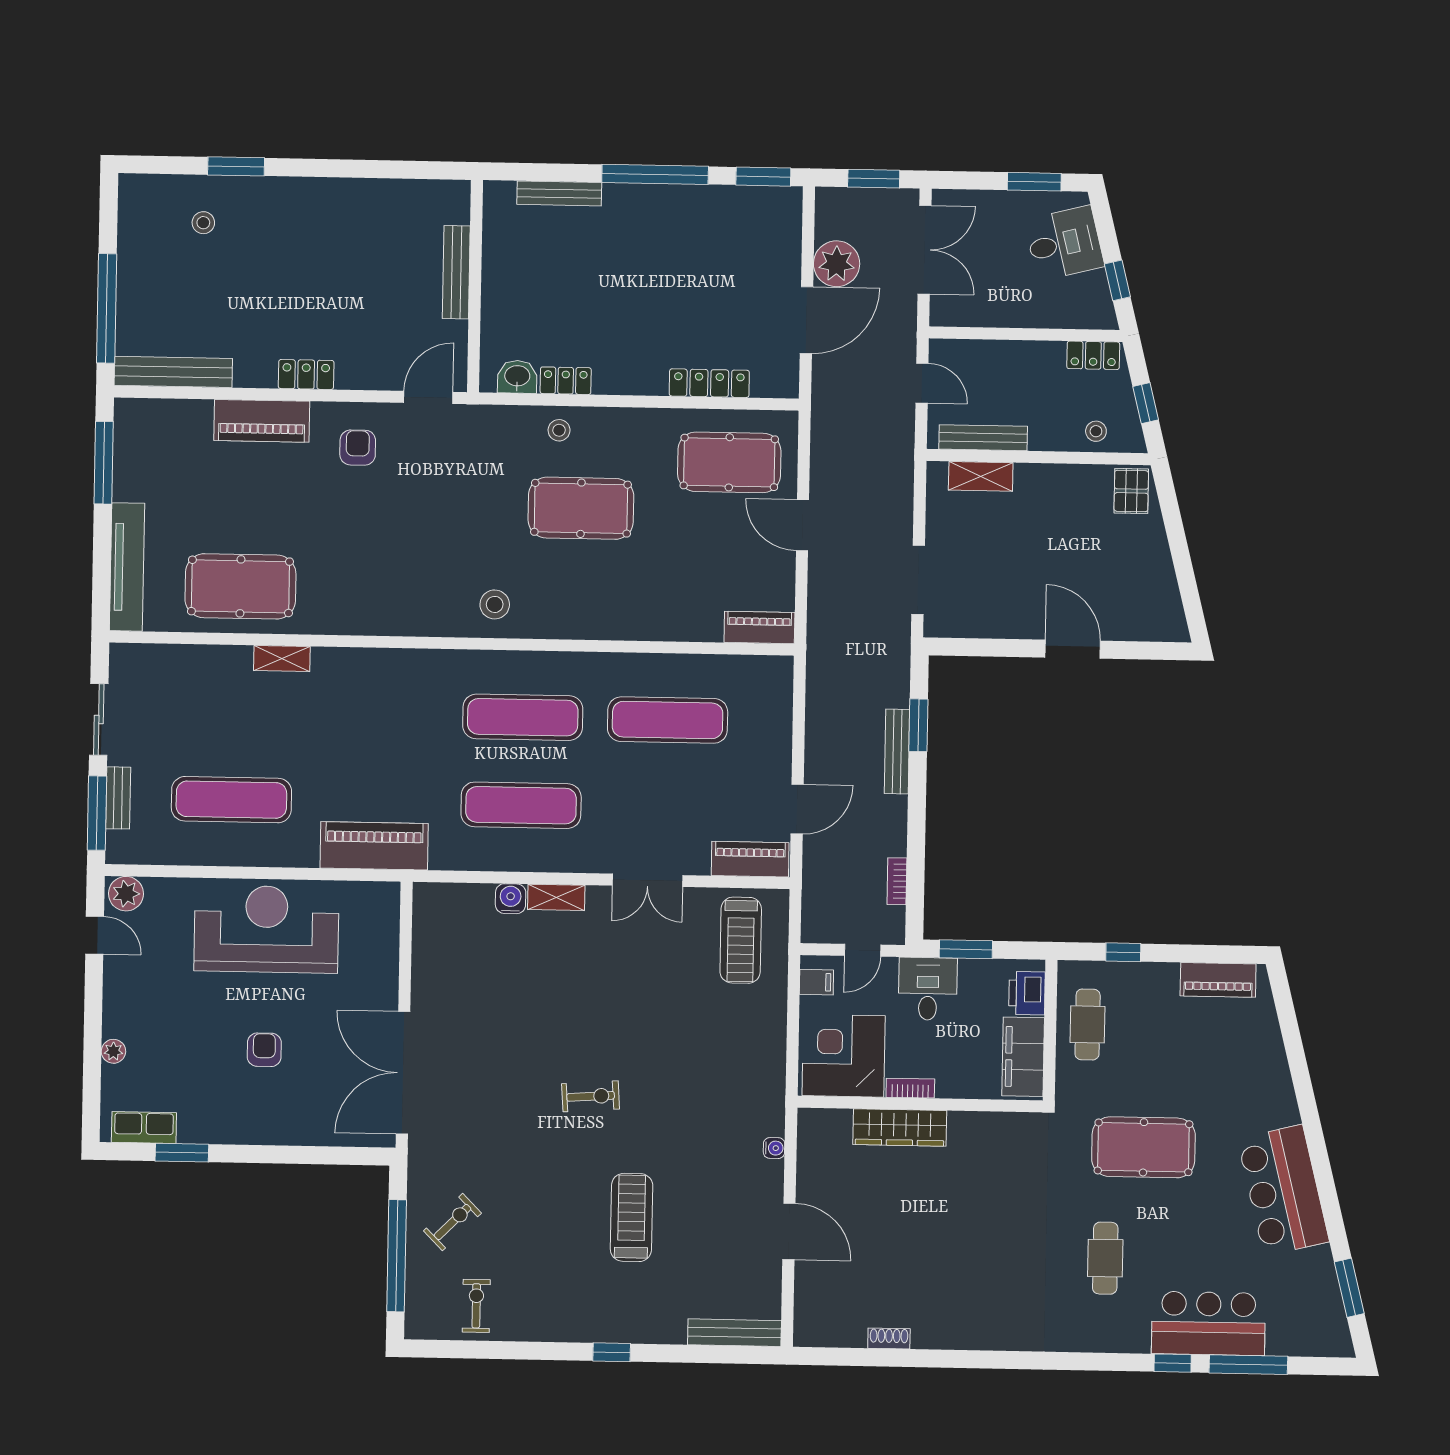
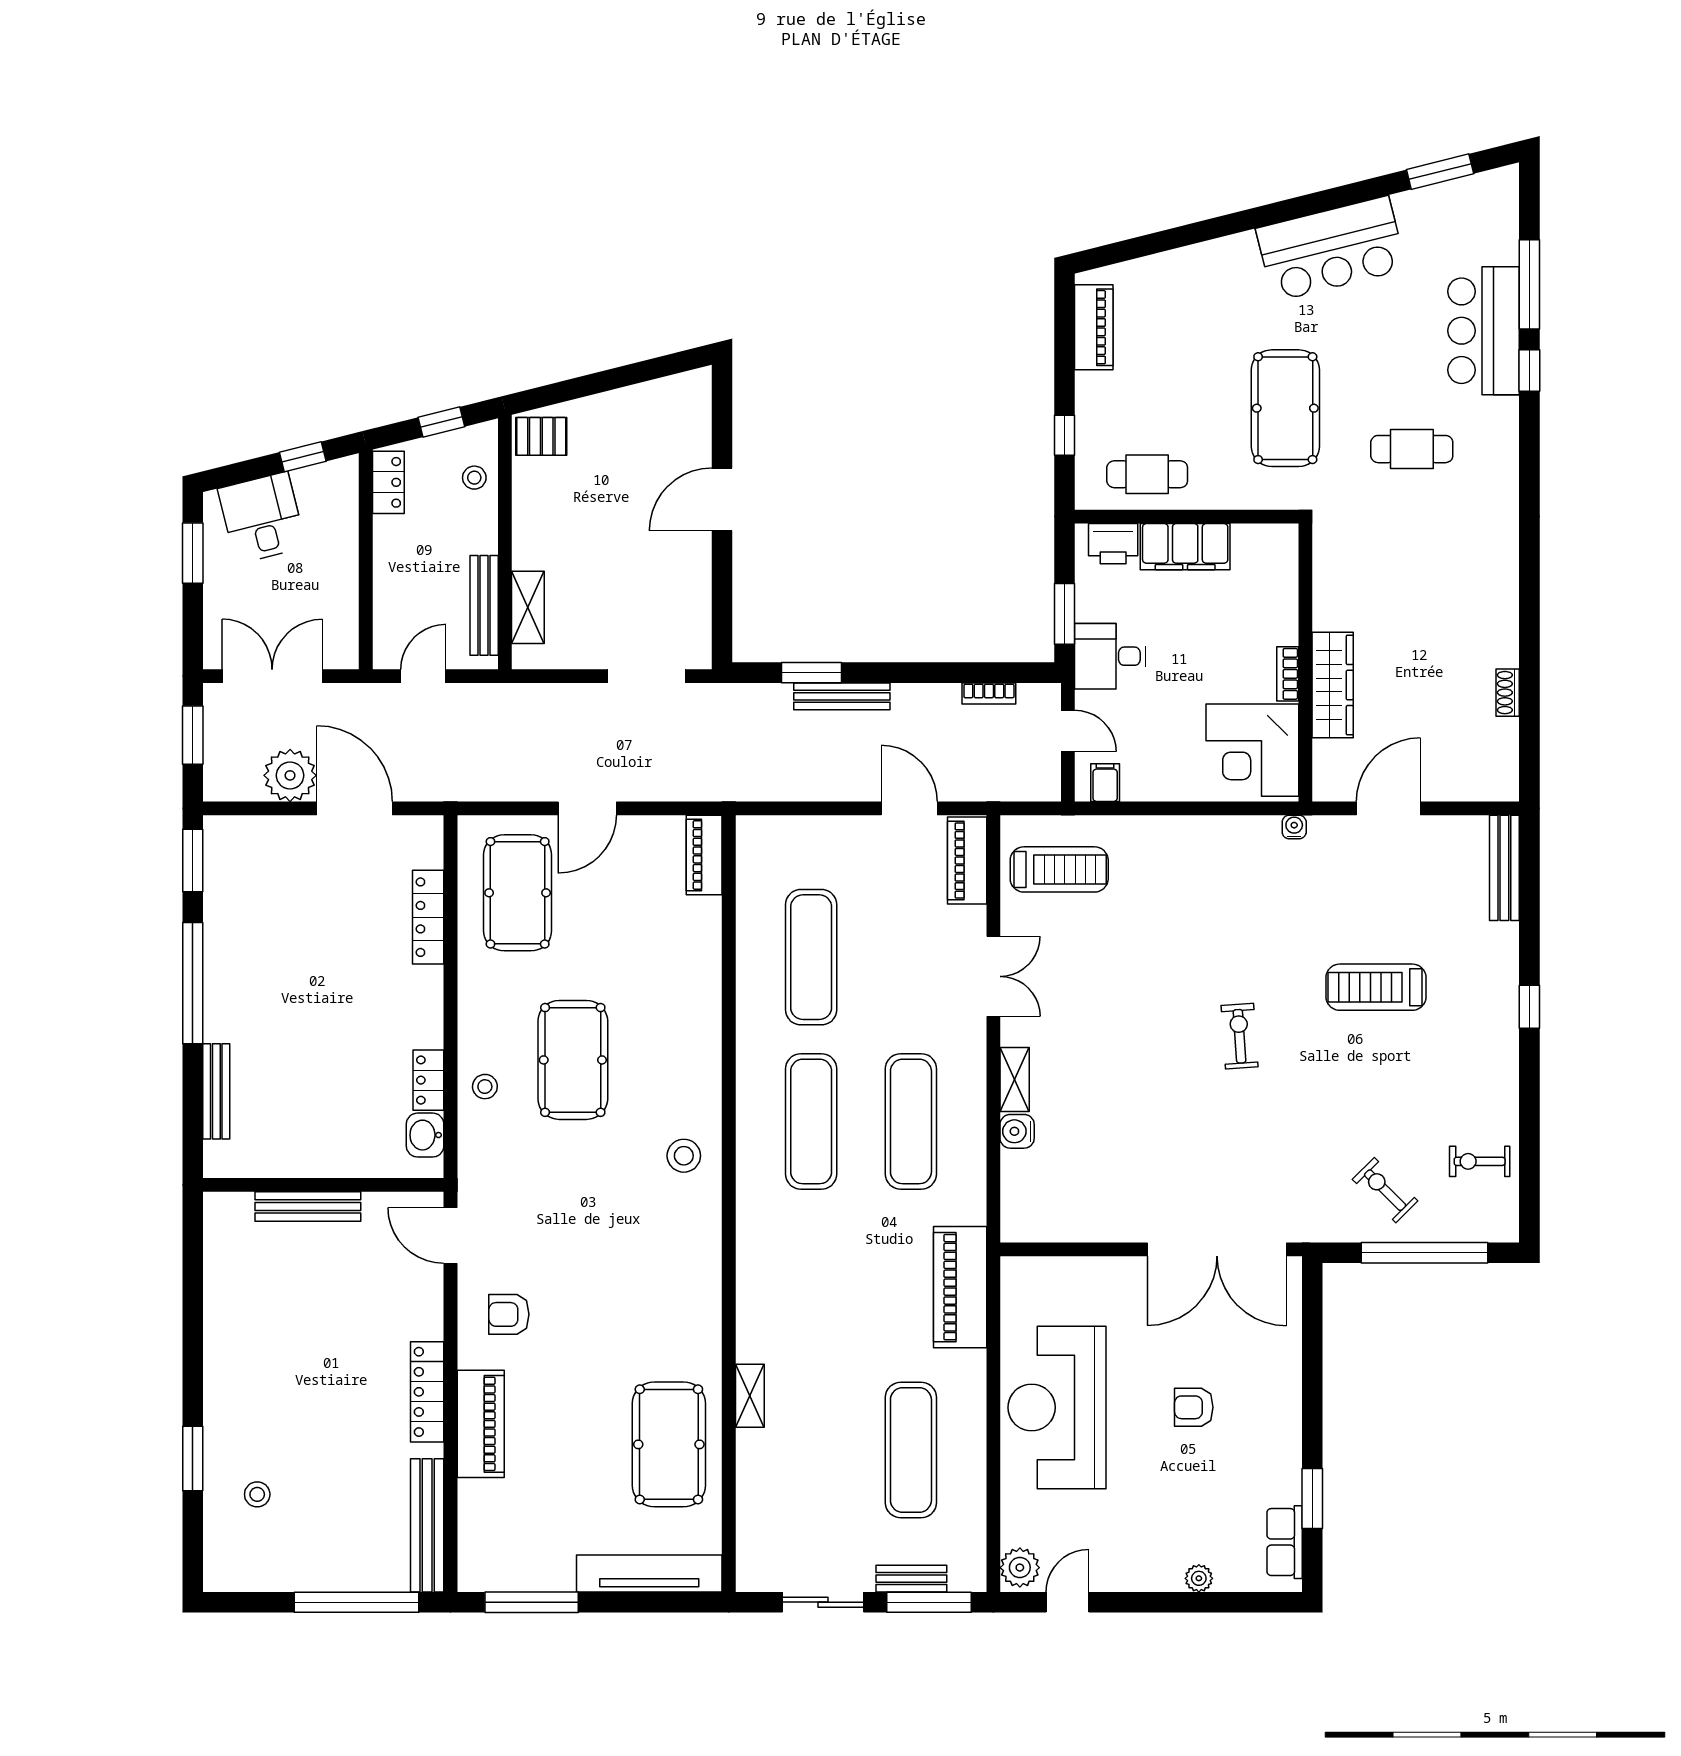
locker: (306, 374) -> (427, 1392), width x1.53
corner desk: (844, 1056) -> (1252, 750), moved
bookcase: (910, 1088) -> (1288, 674), moved
wall: (920, 1104) -> (1305, 662), moved
wardrobe: (900, 1128) -> (1333, 685), moved

